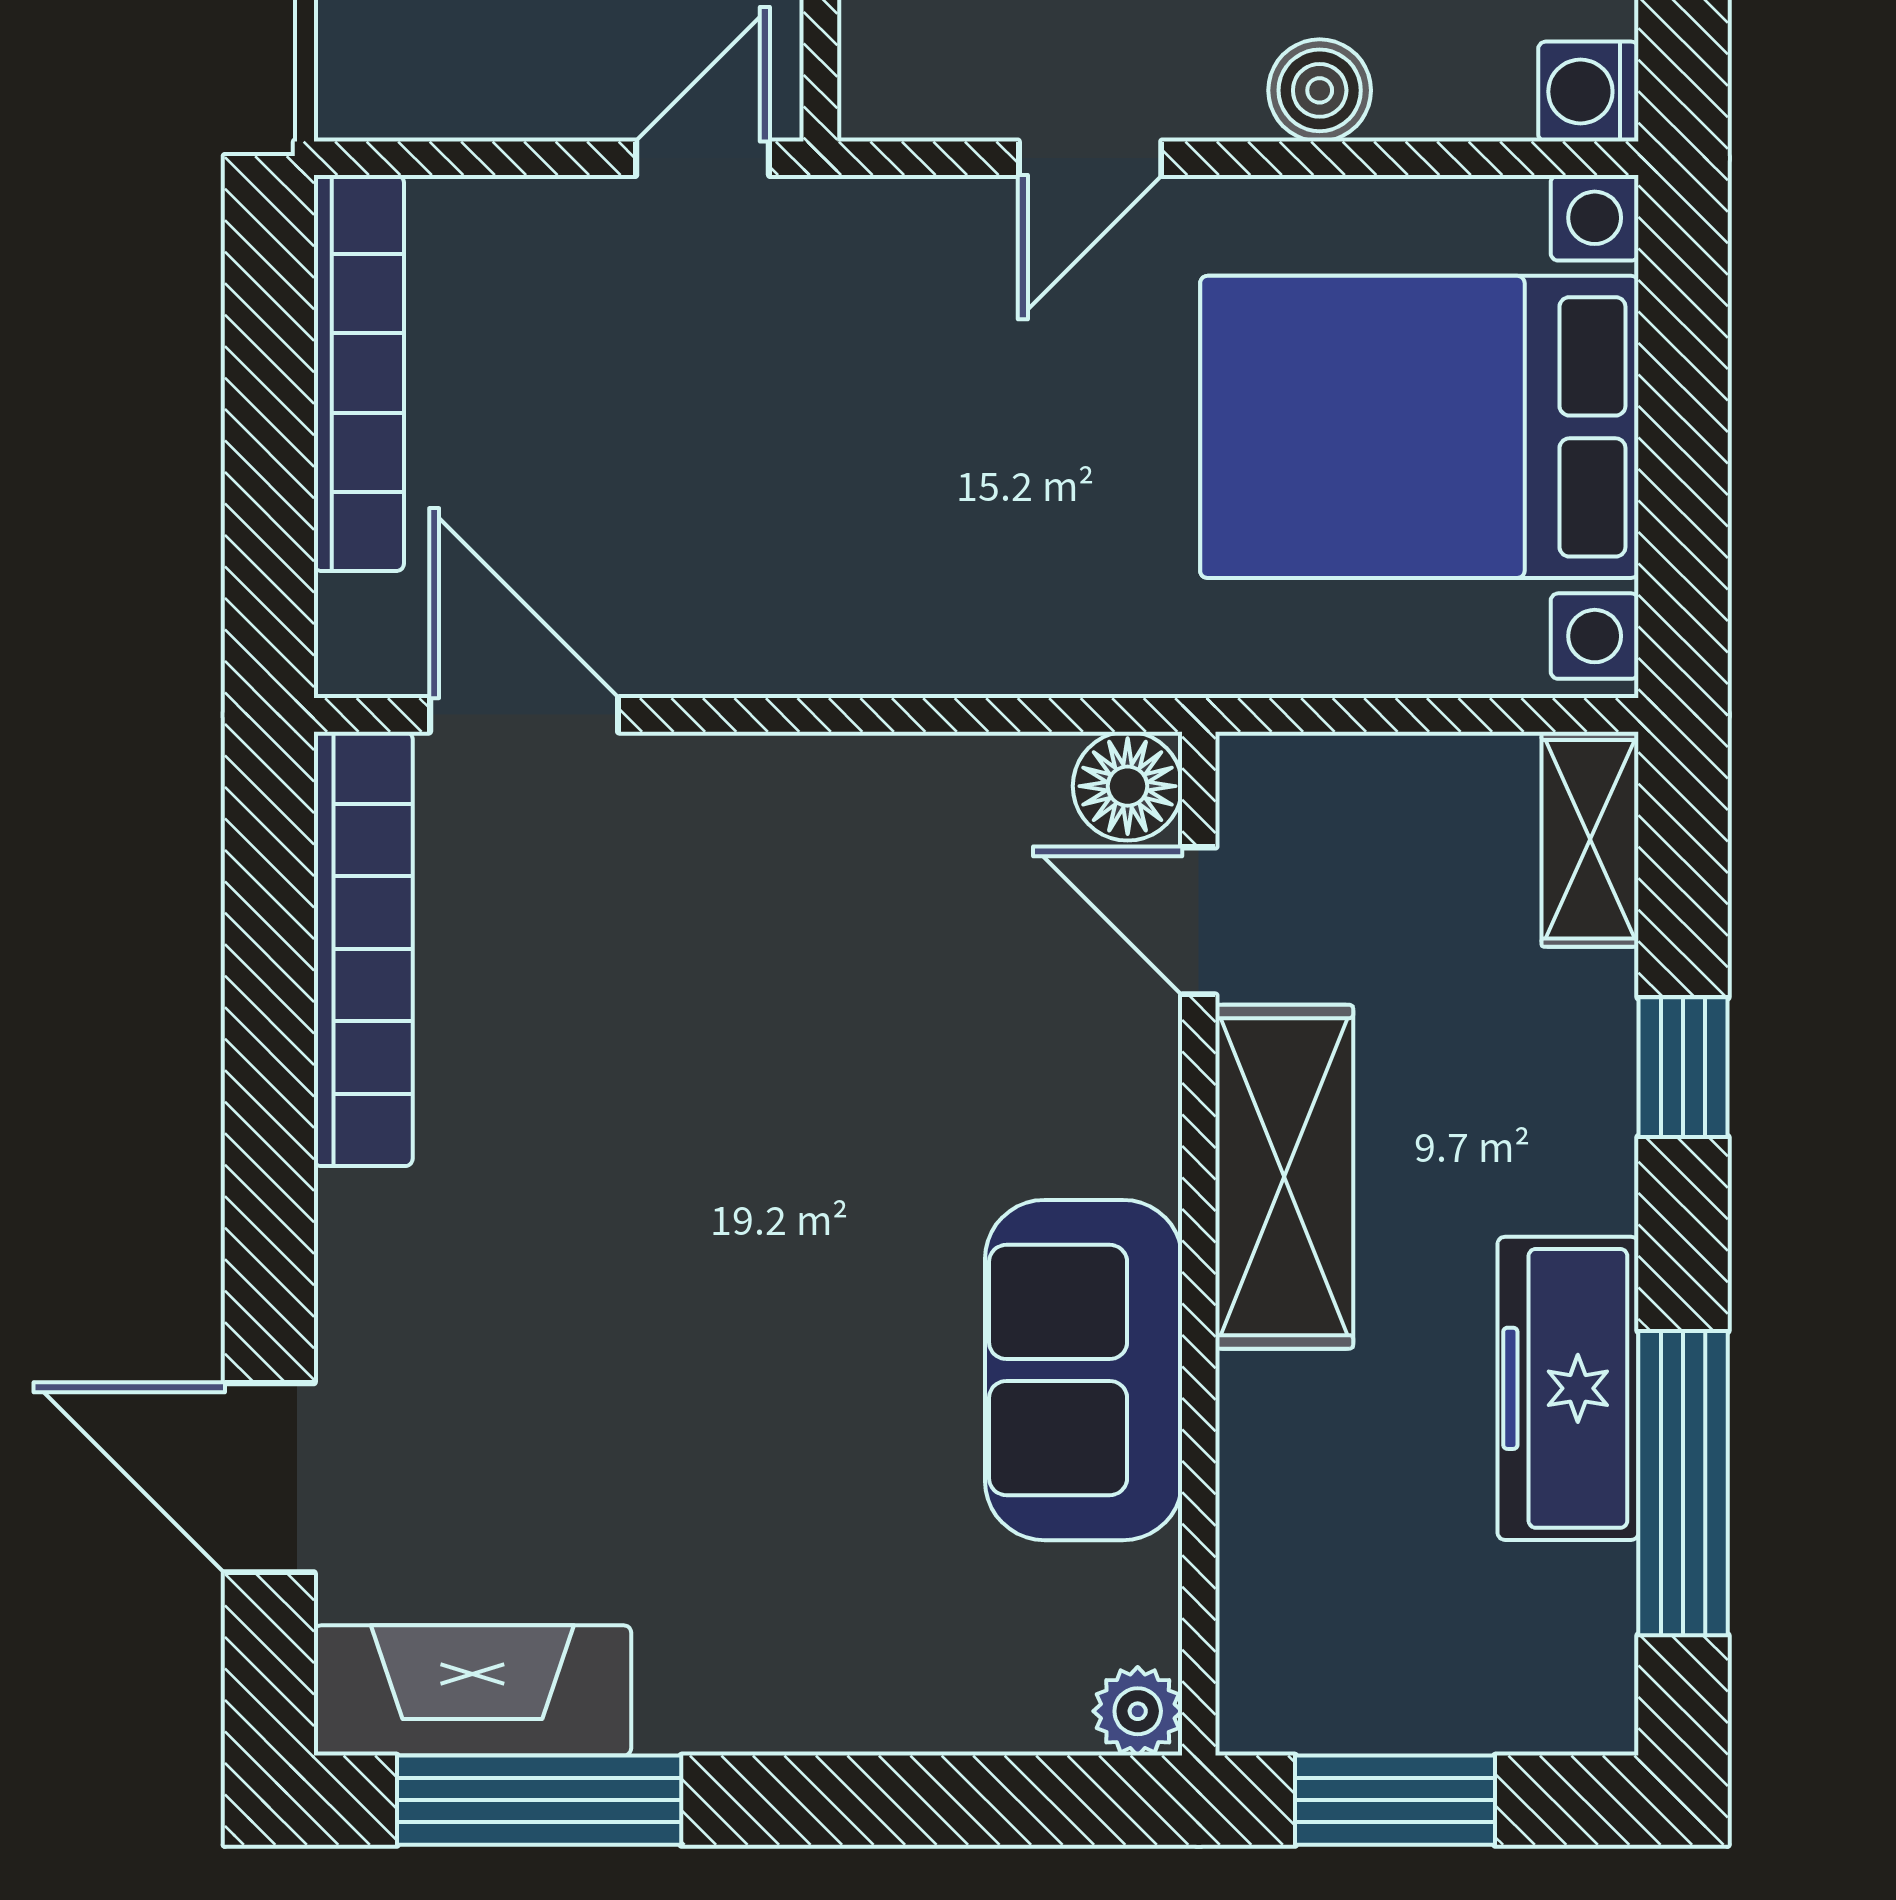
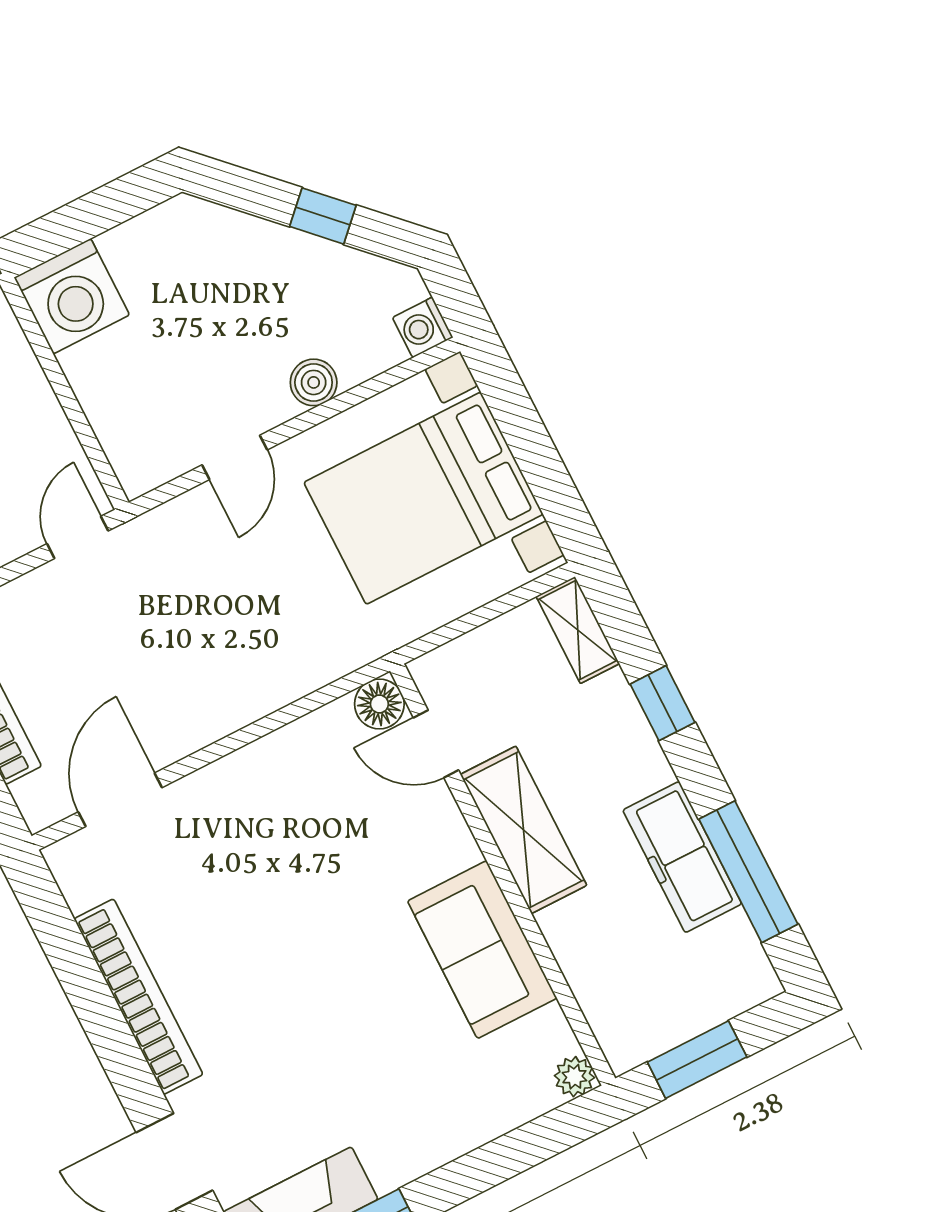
door: (524, 715) -> (120, 800), hinge flipped
bookcase: (363, 949) -> (138, 997), moved

